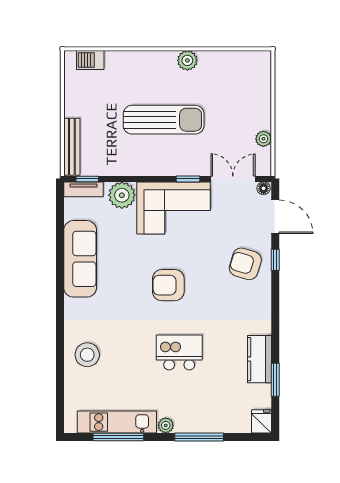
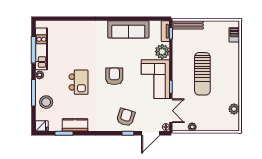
plant: (187, 60) -> (234, 109), moved
stool: (87, 355) -> (46, 102), moved

